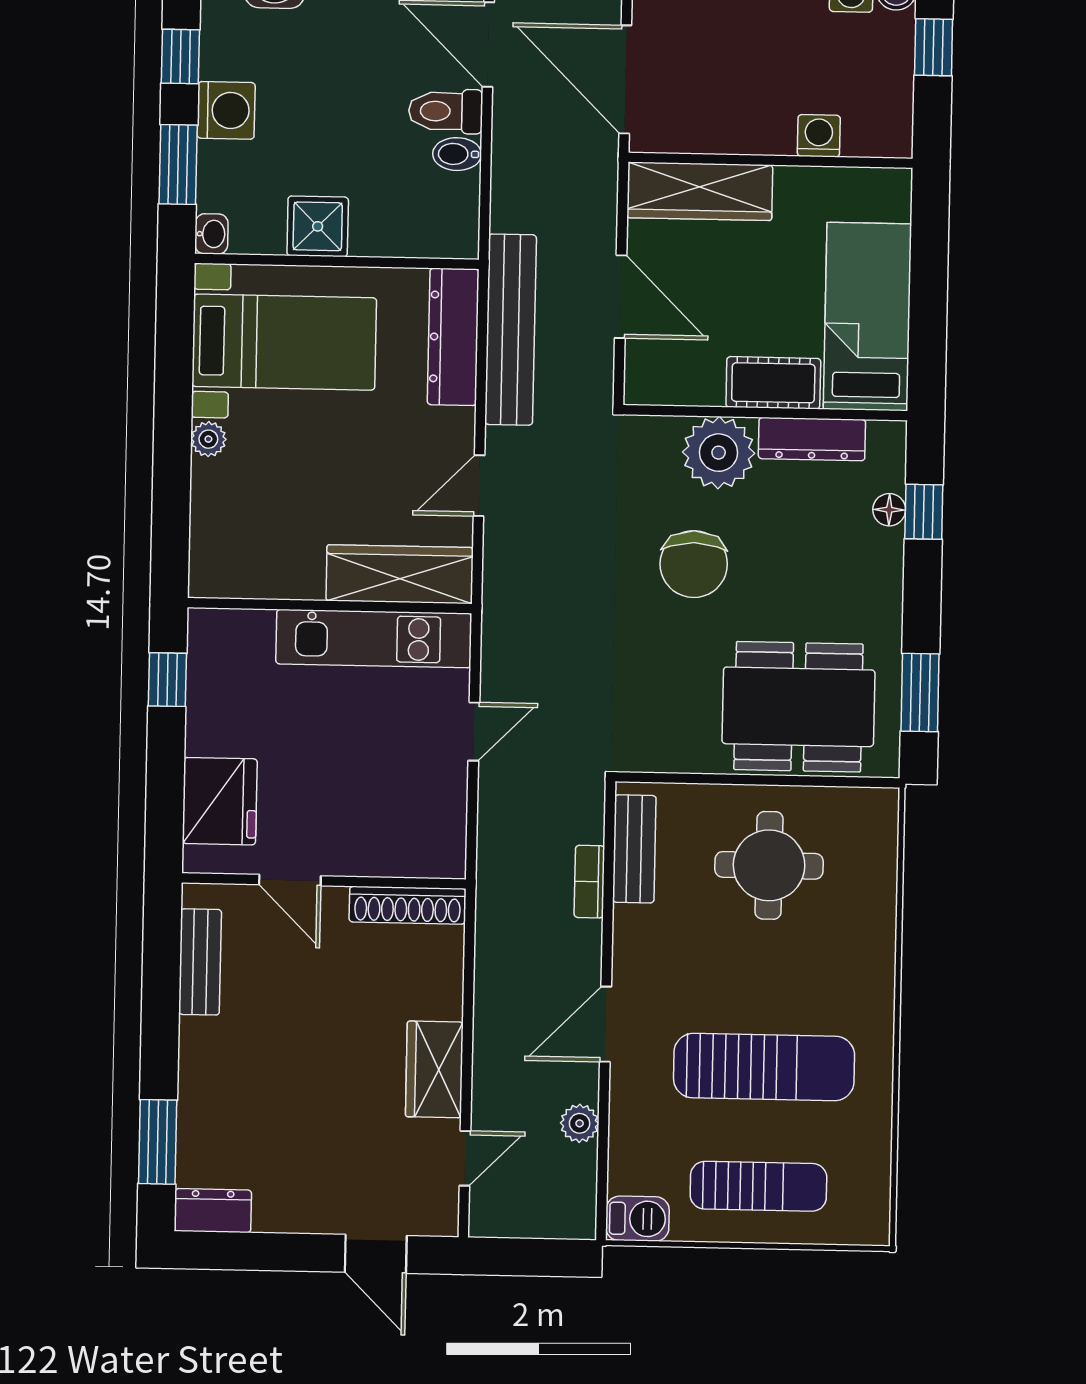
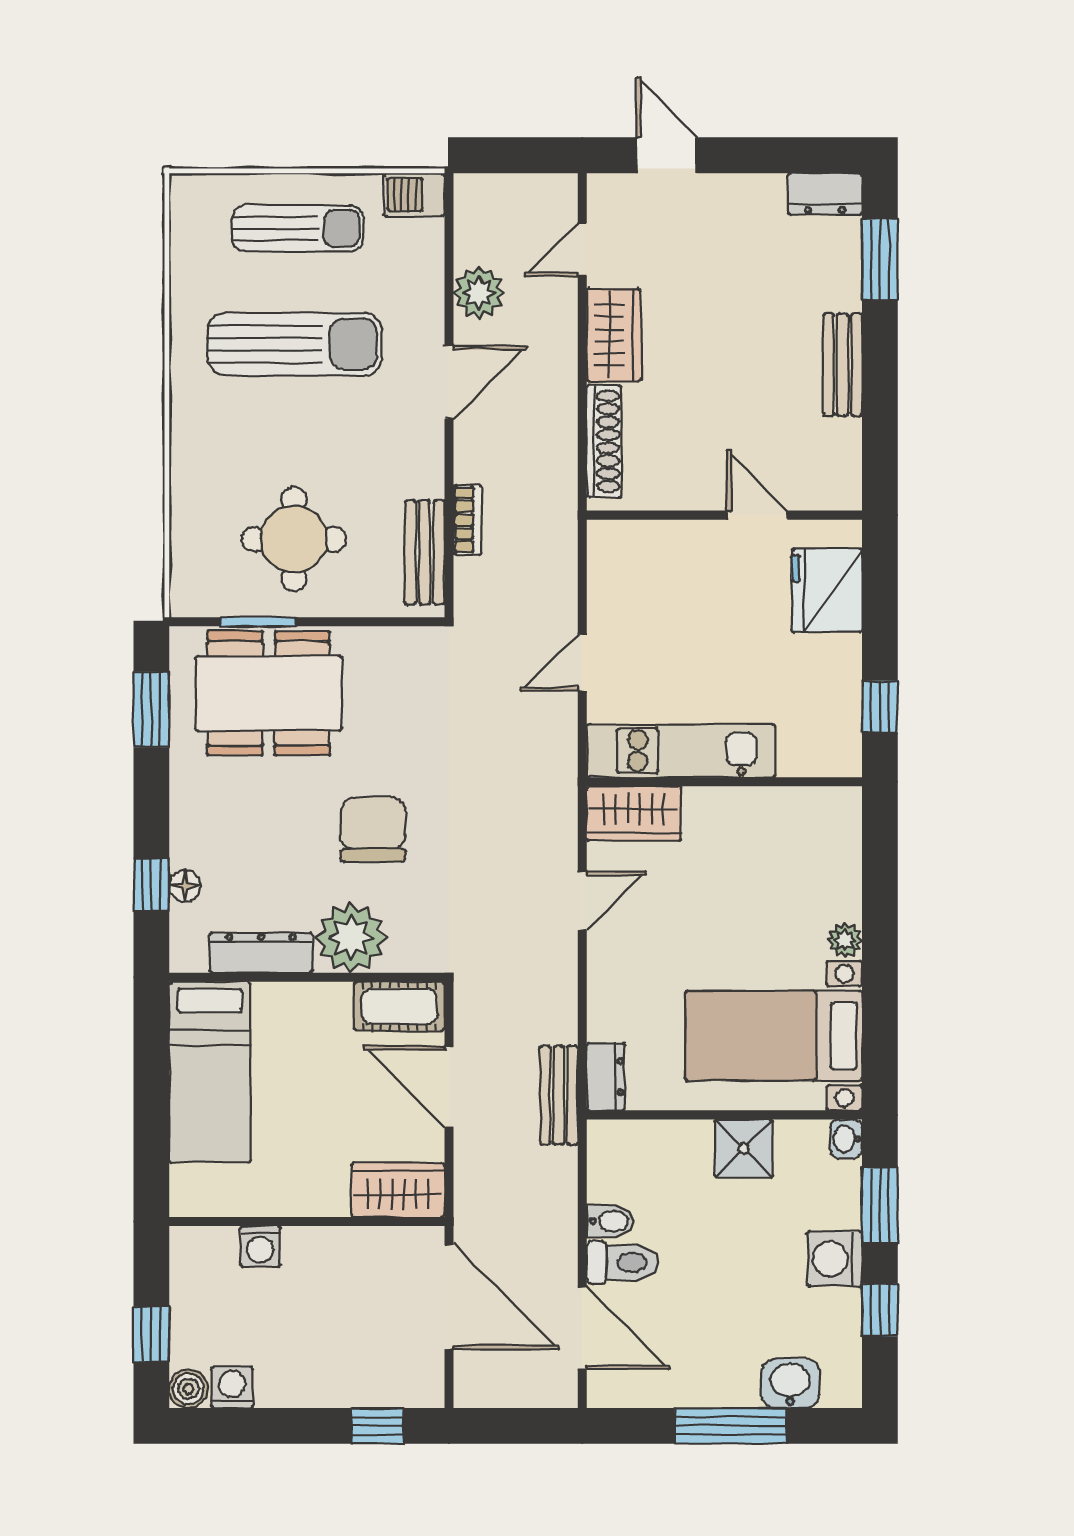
wardrobe: (700, 191) -> (398, 1190), width x0.67
bench: (511, 330) -> (559, 1095), width x0.54, depth x0.82
dresser: (453, 337) -> (606, 1077), width x0.51, depth x0.80
cot: (773, 383) -> (399, 1006), moved
wardrobe: (400, 574) -> (634, 813), width x0.67
window: (807, 781) -> (258, 622), added
shoe rack: (408, 905) -> (604, 441), moved, turned 90
bench: (200, 962) -> (843, 365), moved
sun lounger: (764, 1067) -> (295, 344), turned 180
plant: (580, 1123) -> (479, 293), width x1.38, depth x1.38
sun lounger: (758, 1186) -> (298, 228), turned 180

